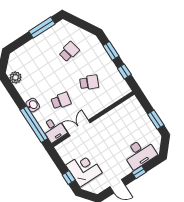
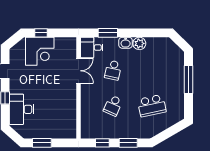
window: (42, 28) -> (188, 79), moved
school desk: (69, 52) -> (152, 106), width x1.85
plant: (16, 77) -> (139, 43), moved
window: (34, 124) -> (108, 33), width x0.47

